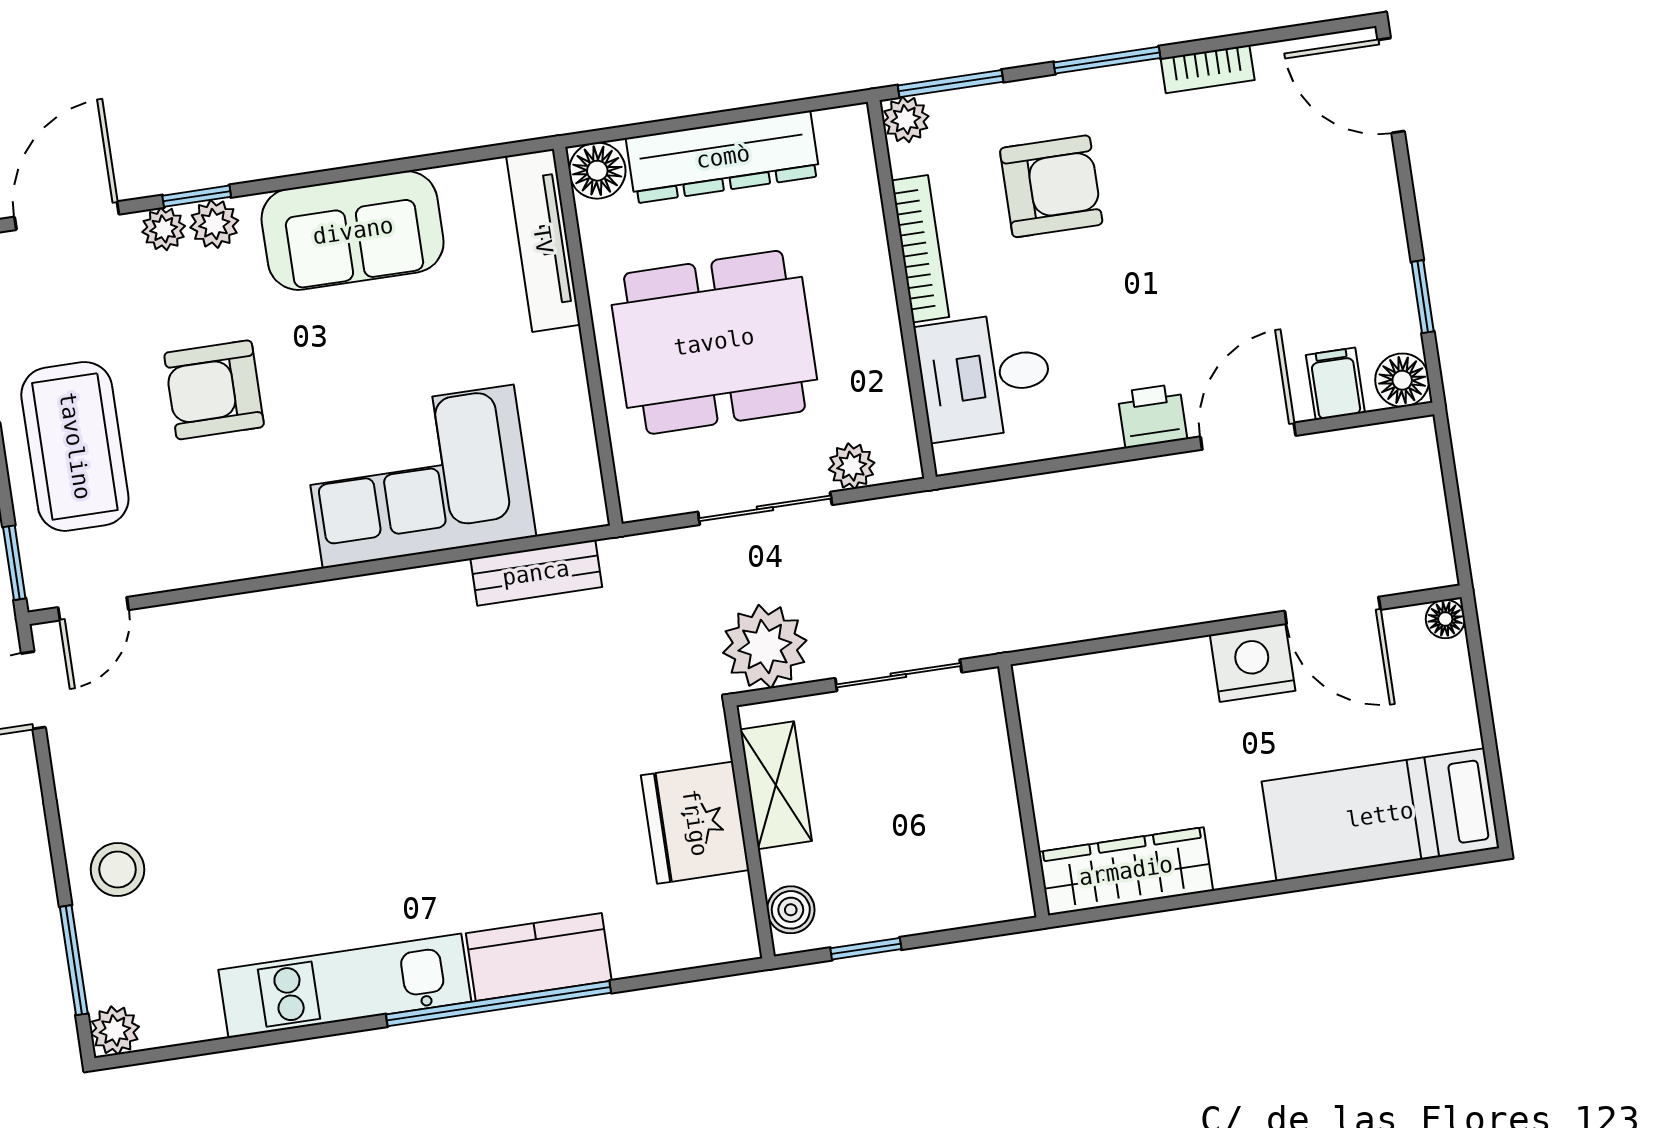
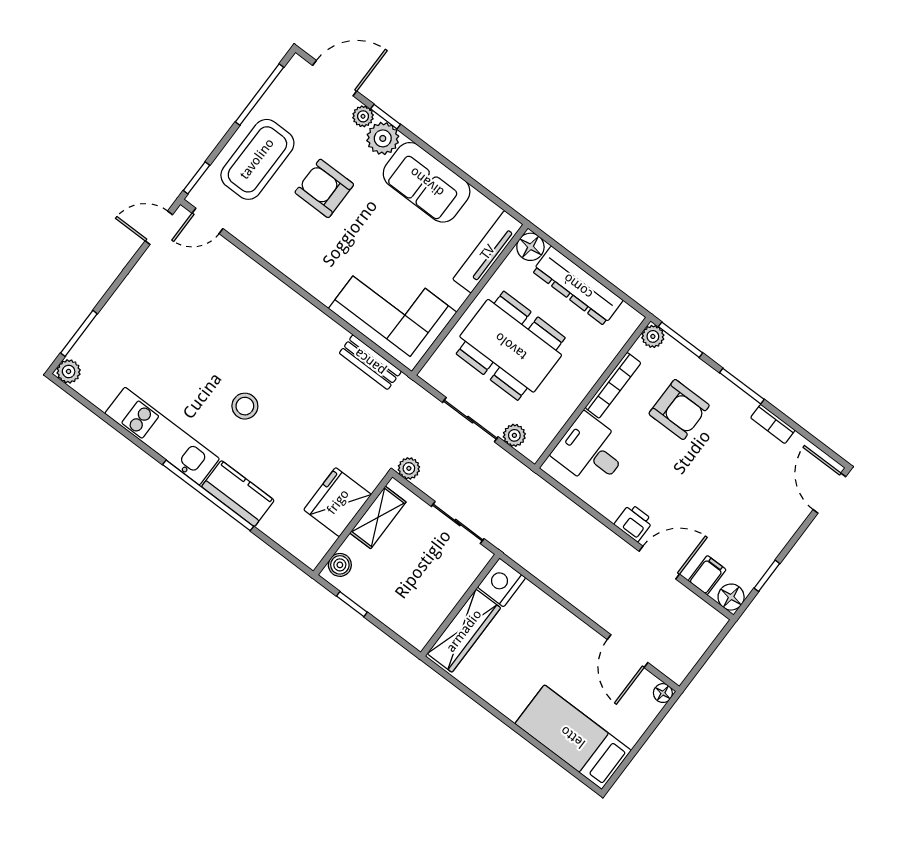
plant: (214, 224) -> (383, 138), width x1.38, depth x1.38
corner sofa: (418, 476) -> (393, 310), moved
plant: (765, 647) -> (409, 468), width x0.53, depth x0.53
nightstand: (1253, 663) -> (502, 582), moved, turned -90
stool: (118, 869) -> (245, 406), moved
wardrobe: (1126, 871) -> (464, 631), moved, turned 90

